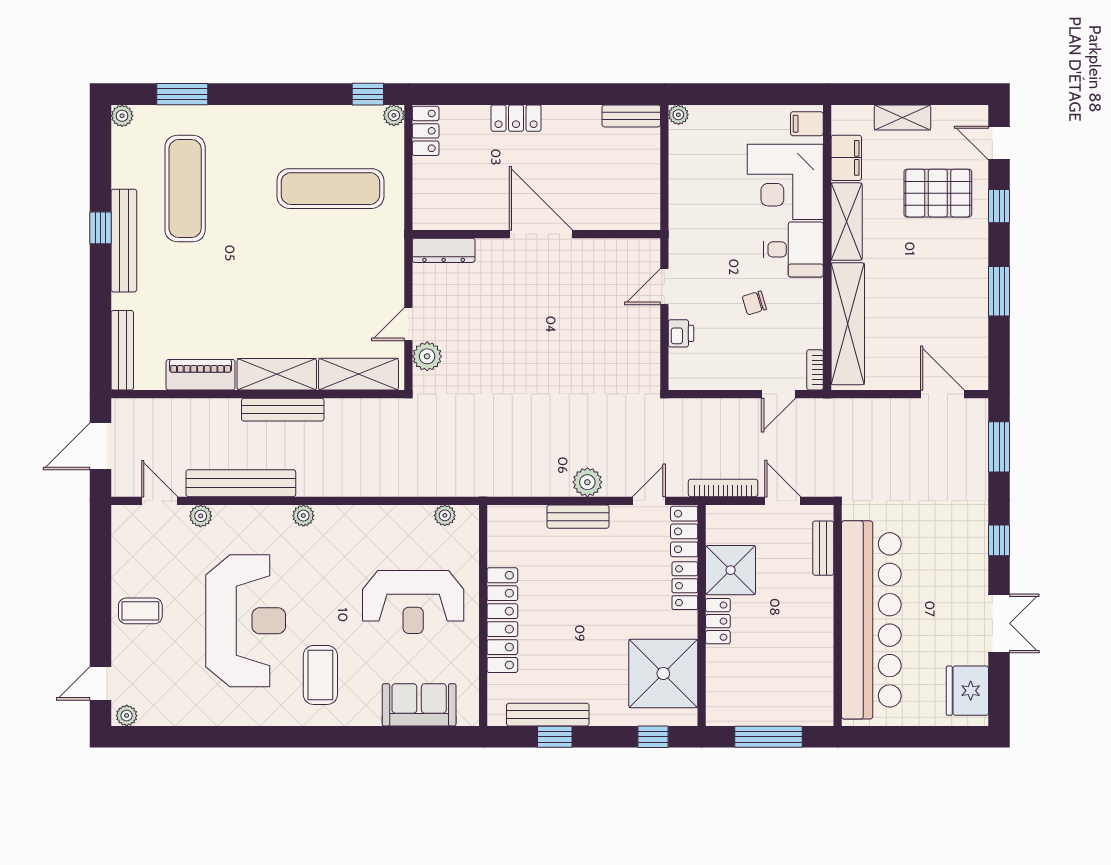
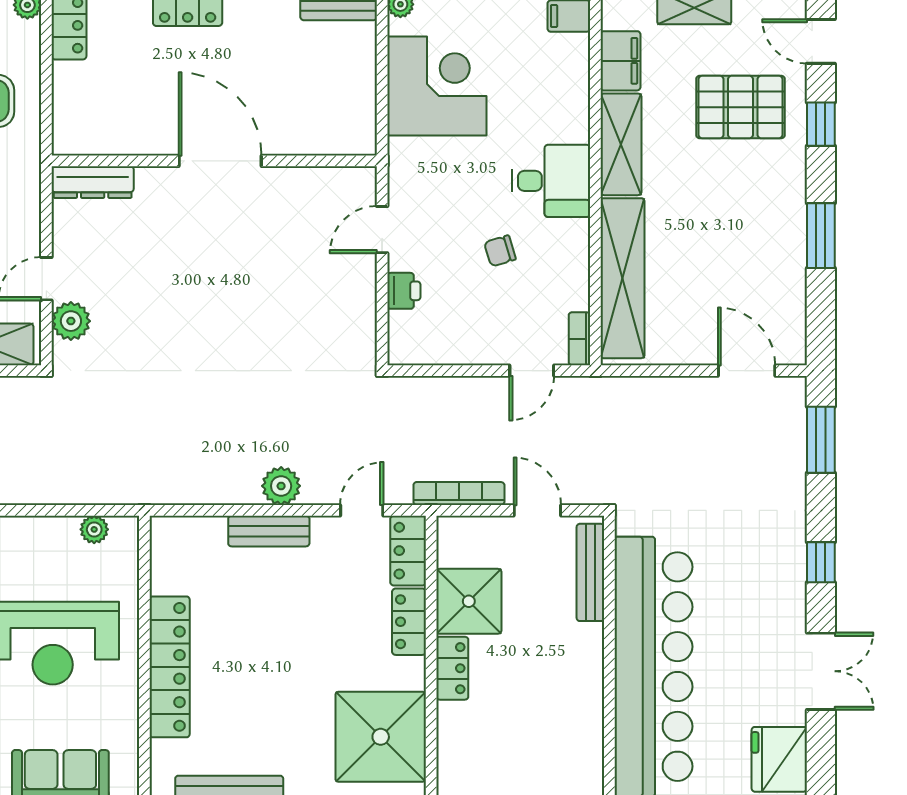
corner desk: (785, 182) -> (437, 86), moved, turned 180
bench: (823, 548) -> (590, 572), width x1.36

